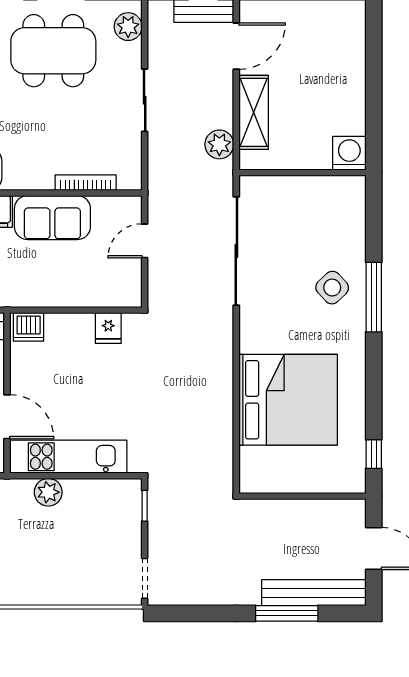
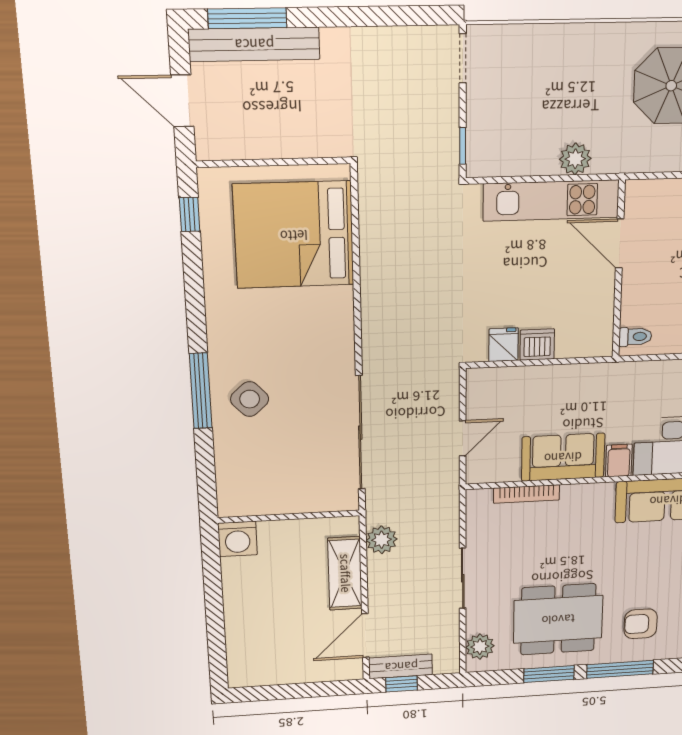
dishwasher: (29, 327) -> (537, 345), moved
bed: (288, 400) -> (294, 235), moved
window: (287, 613) -> (247, 18), moved

